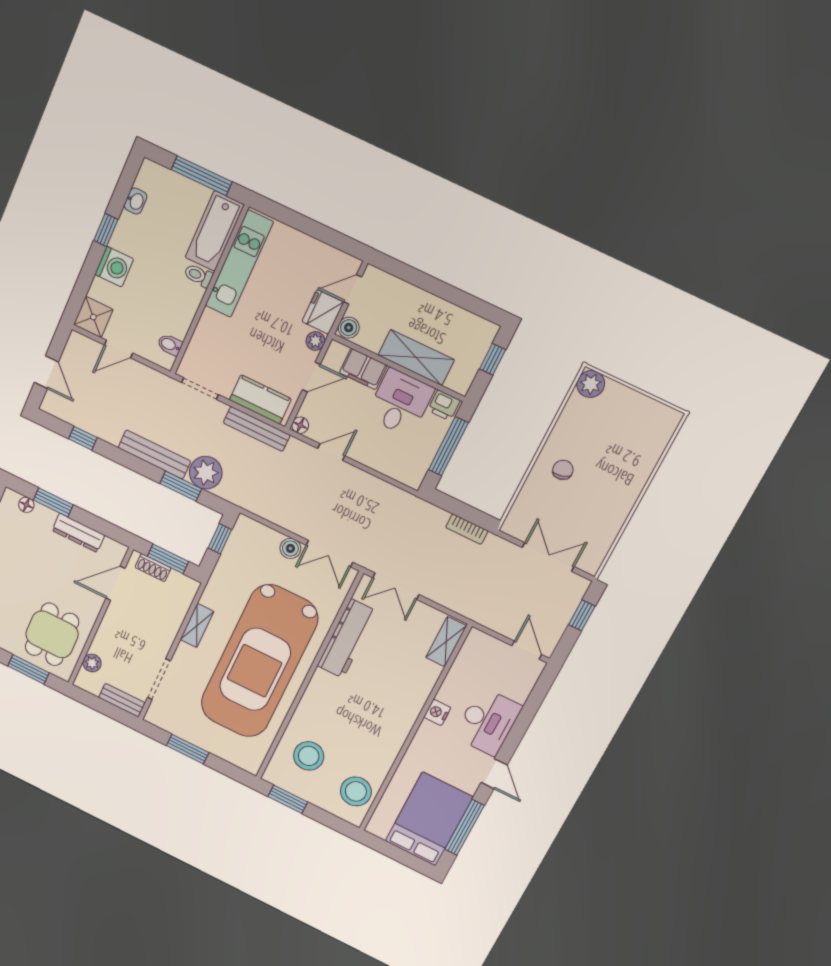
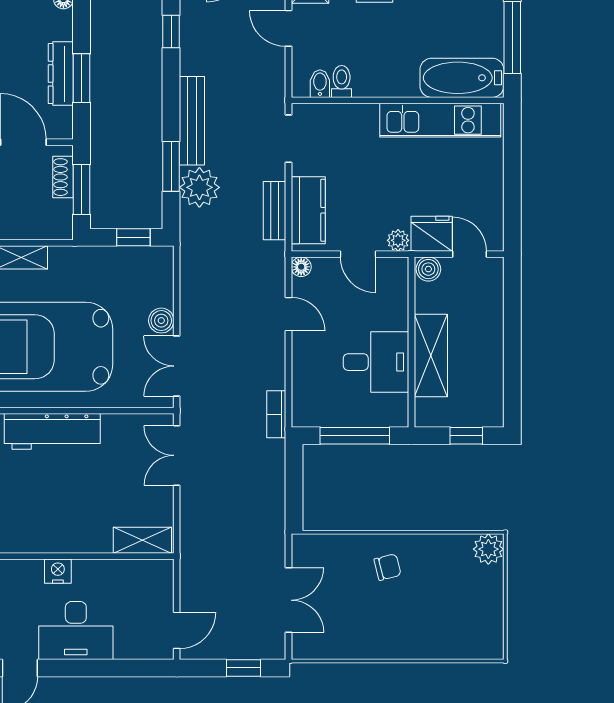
toilet: (198, 275) -> (342, 81), moved
filing cabinet: (363, 369) -> (393, 306), removed
printer: (444, 405) -> (395, 409), removed
bench: (257, 429) -> (274, 211), width x0.73
window: (53, 502) -> (82, 78), moved
bookcase: (467, 529) -> (276, 414), moved
workbench: (347, 639) -> (52, 431), moved

